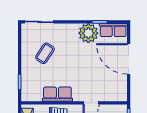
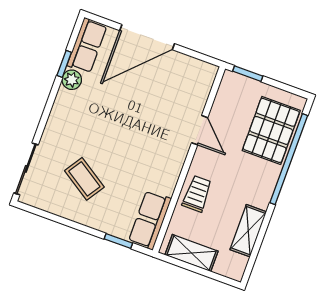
plant: (88, 33) -> (72, 80), width x0.53, depth x0.53
row of seats: (57, 94) -> (150, 220), moved

